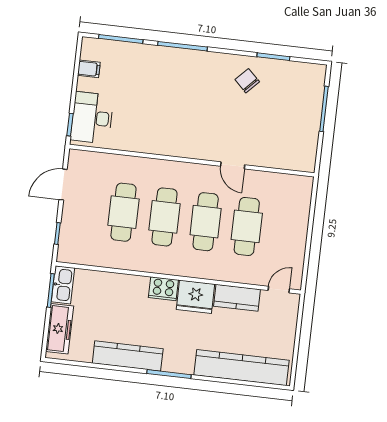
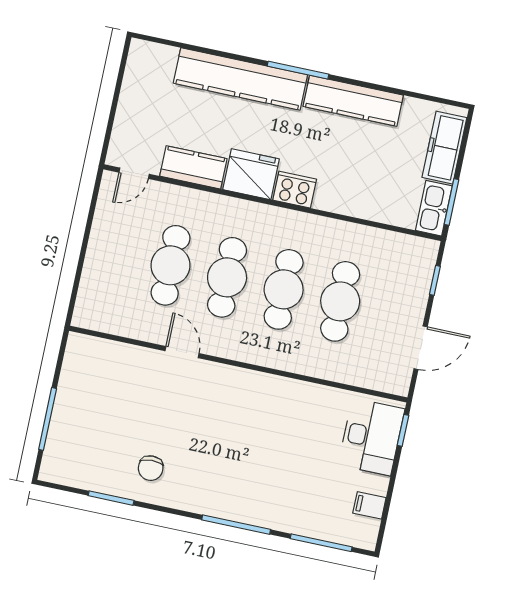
chair: (247, 81) -> (151, 468), turned 45
kitchen counter: (241, 368) -> (240, 79), moved

